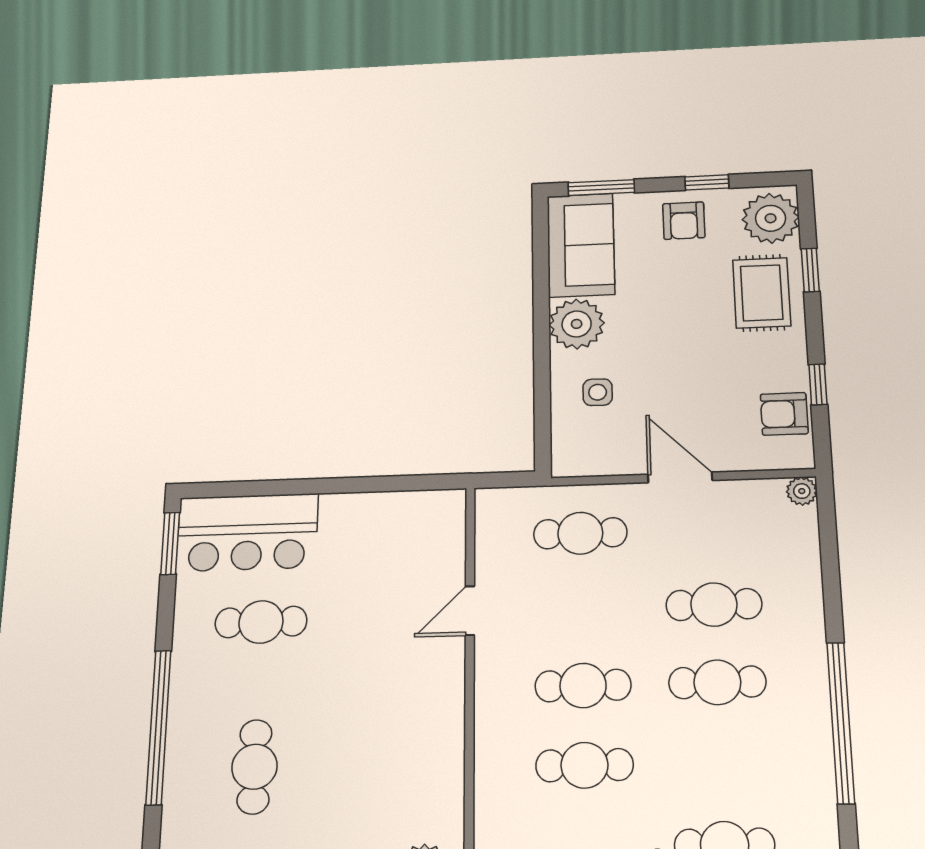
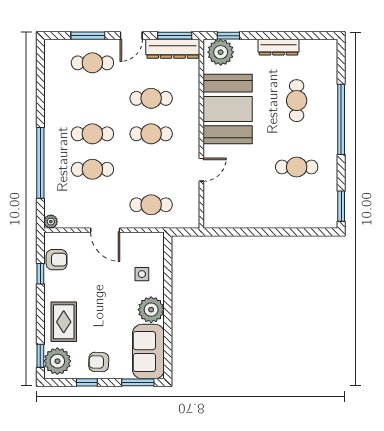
armchair: (684, 221) -> (99, 362), turned -88
window: (810, 270) -> (40, 356), moved
bar counter: (247, 532) -> (305, 210), removed
window: (841, 722) -> (40, 163), moved
booth: (410, 745) -> (228, 109), added

